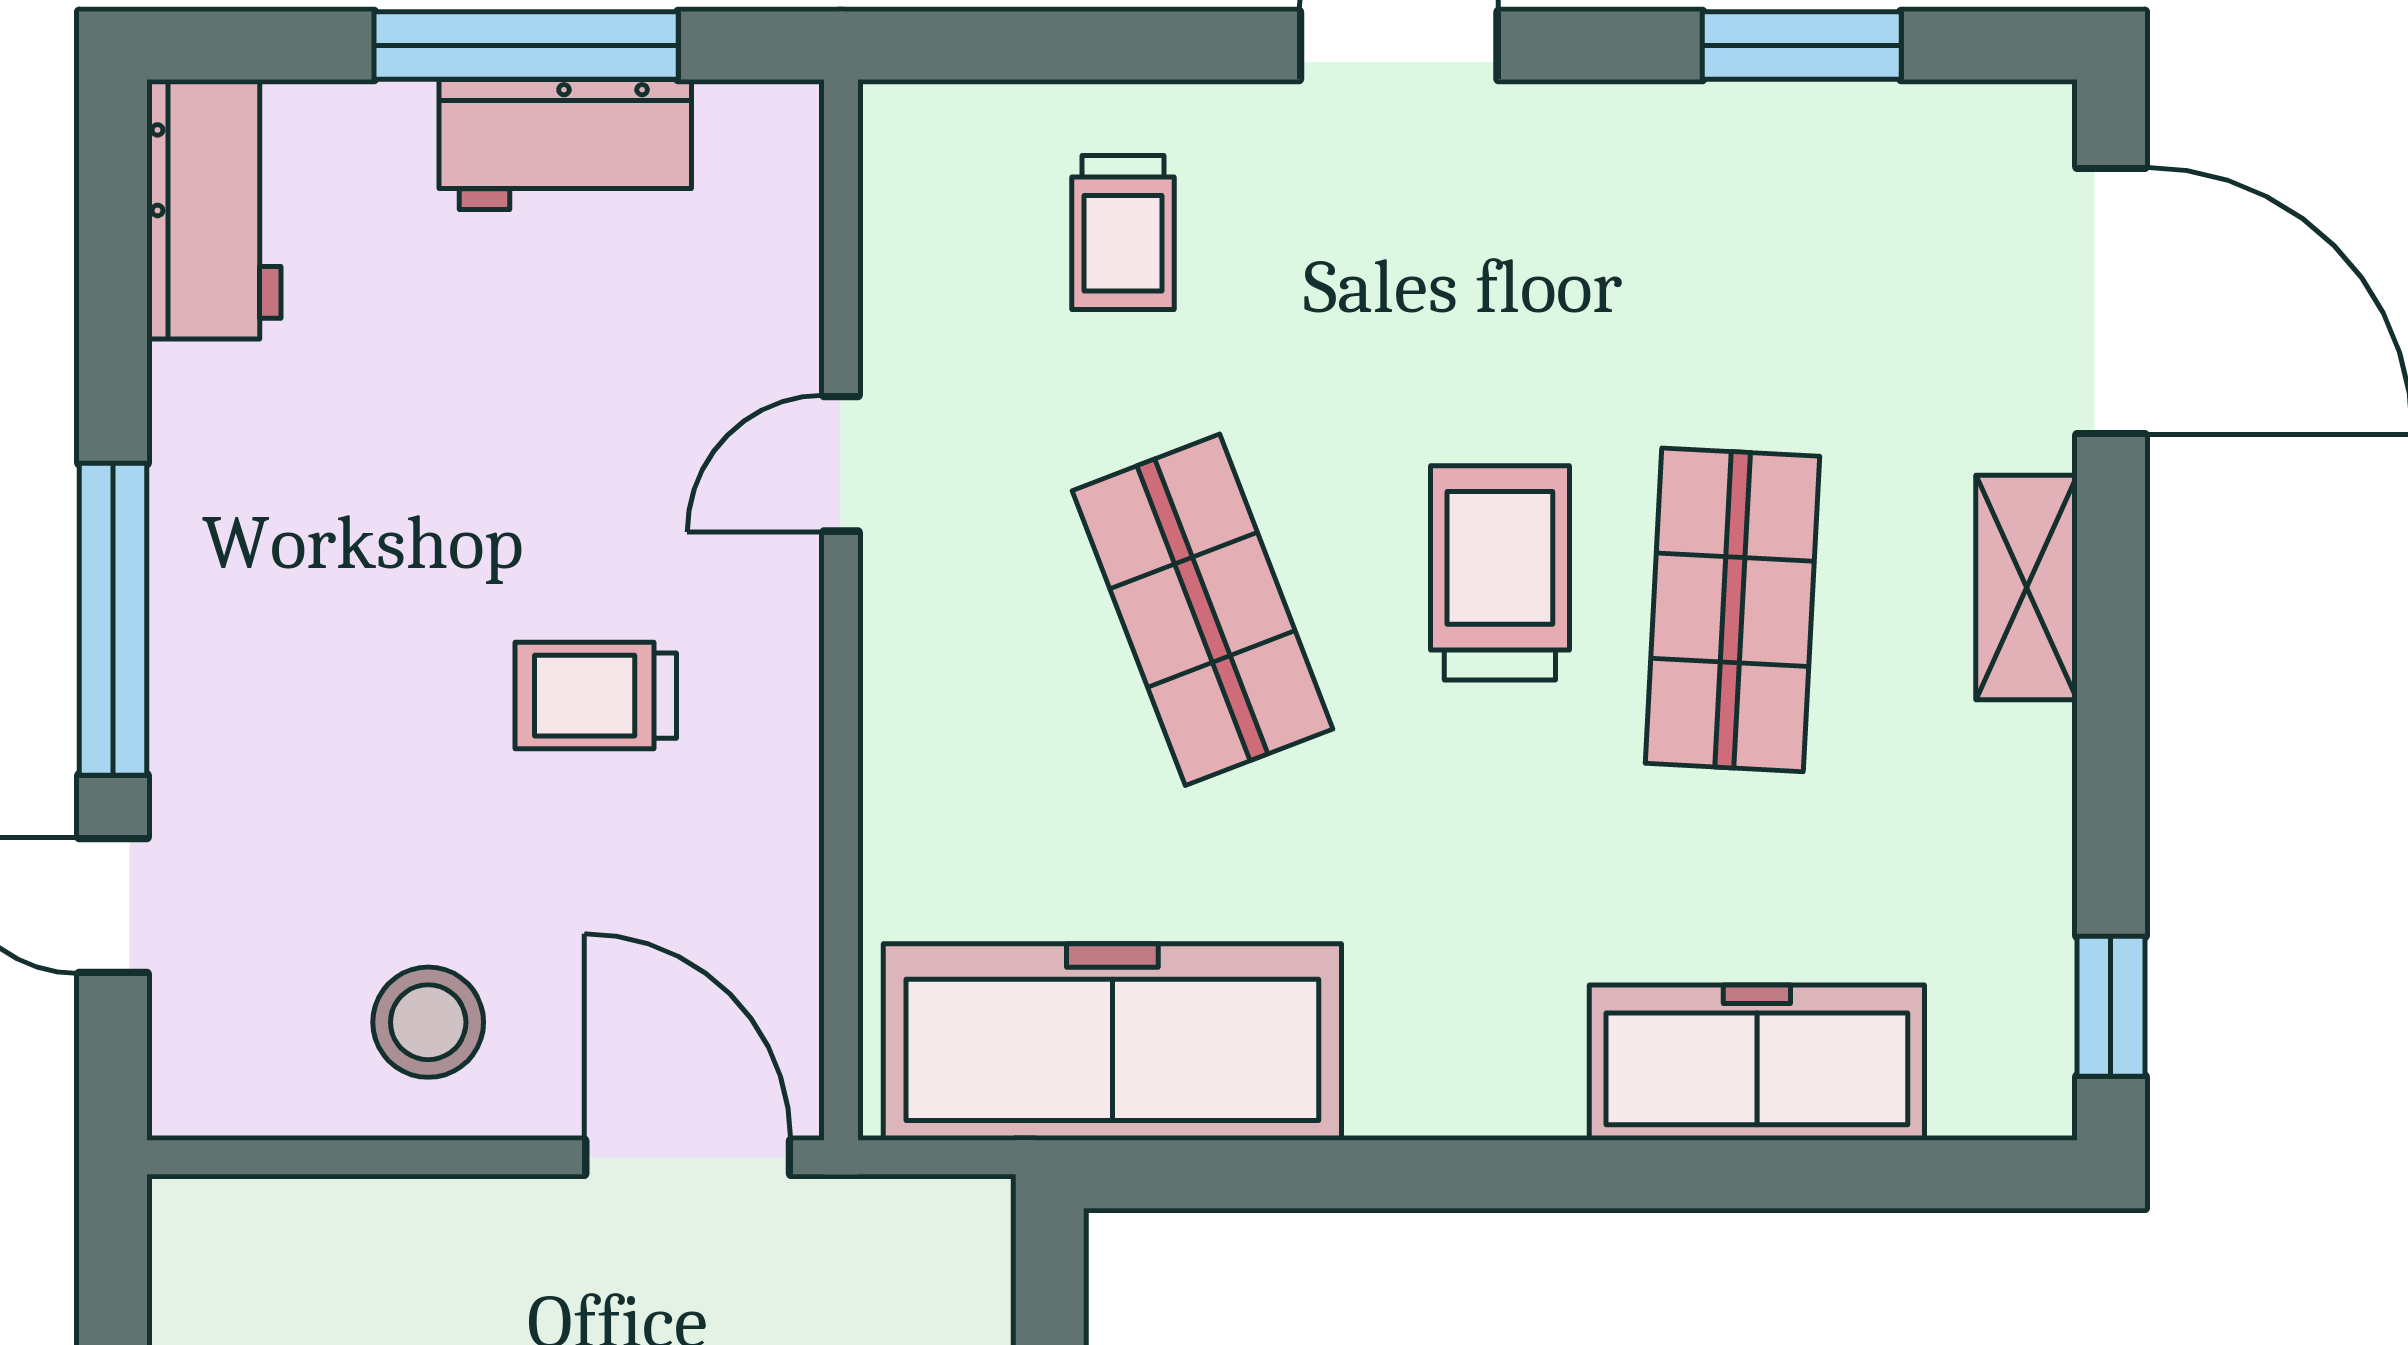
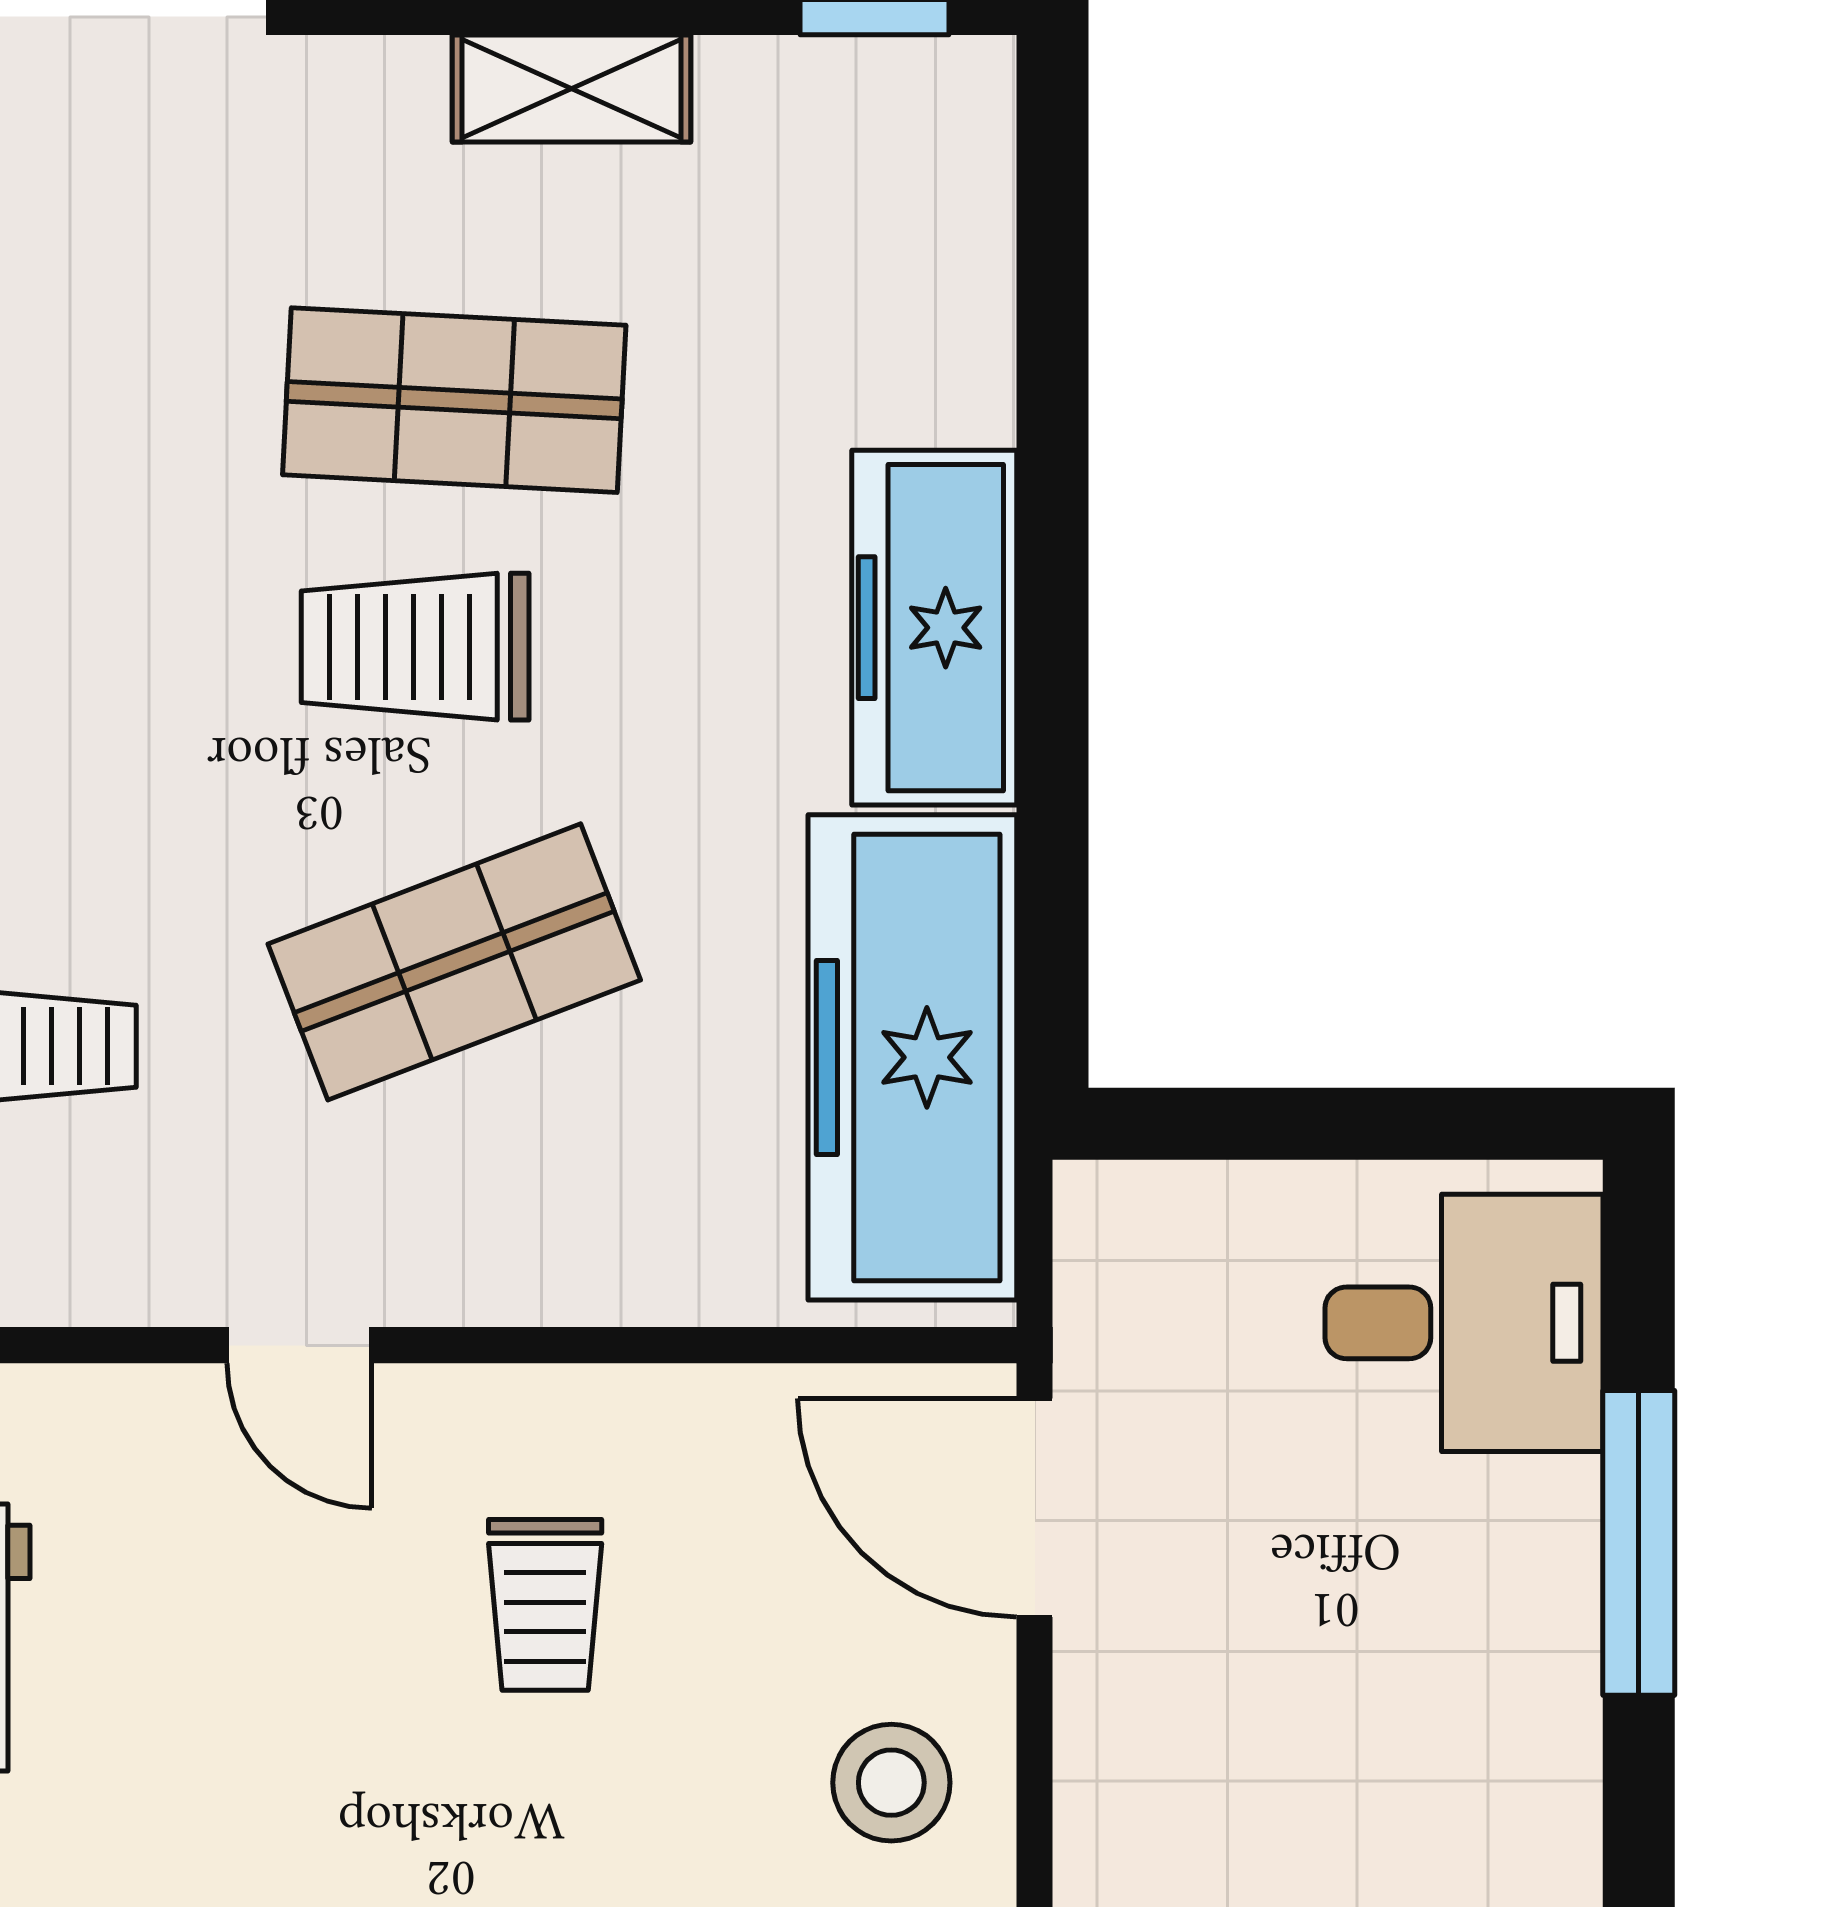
shelving: (2027, 588) -> (572, 89), moved
freezer: (1757, 1063) -> (934, 628), moved
door: (688, 1157) -> (1035, 1508), hinge flipped

